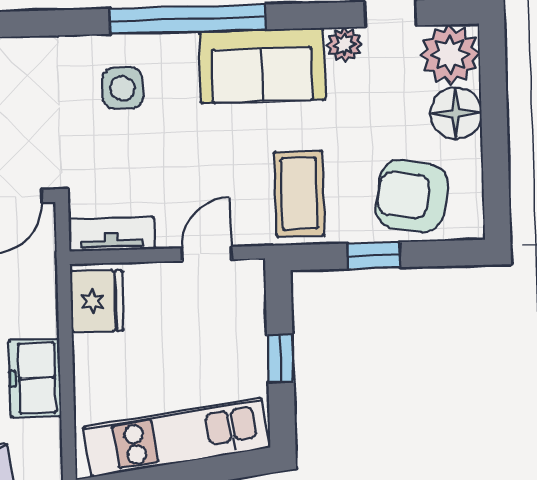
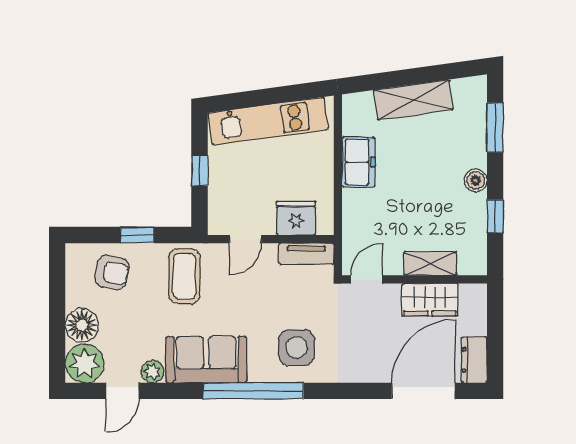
side table: (123, 88) -> (297, 348), width x1.37, depth x1.37
armchair: (412, 196) -> (112, 272), width x0.72, depth x0.72
fridge: (97, 301) -> (296, 218), moved, turned 90

